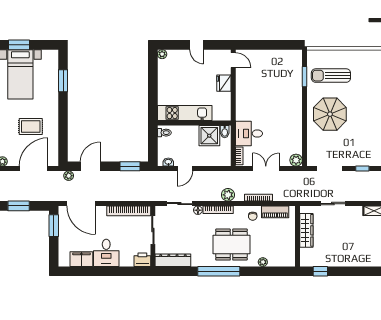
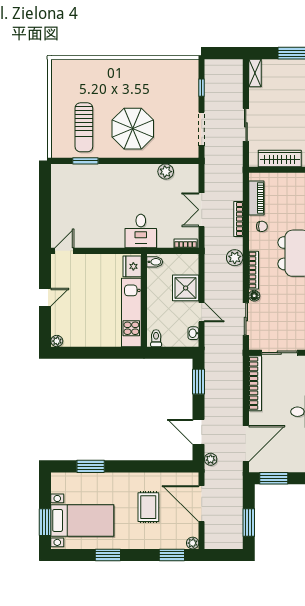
fridge: (224, 83) -> (132, 266), moved, turned 90
desk: (249, 134) -> (141, 231), moved
shower: (209, 136) -> (186, 288), moved
plant: (296, 160) -> (166, 172), moved

